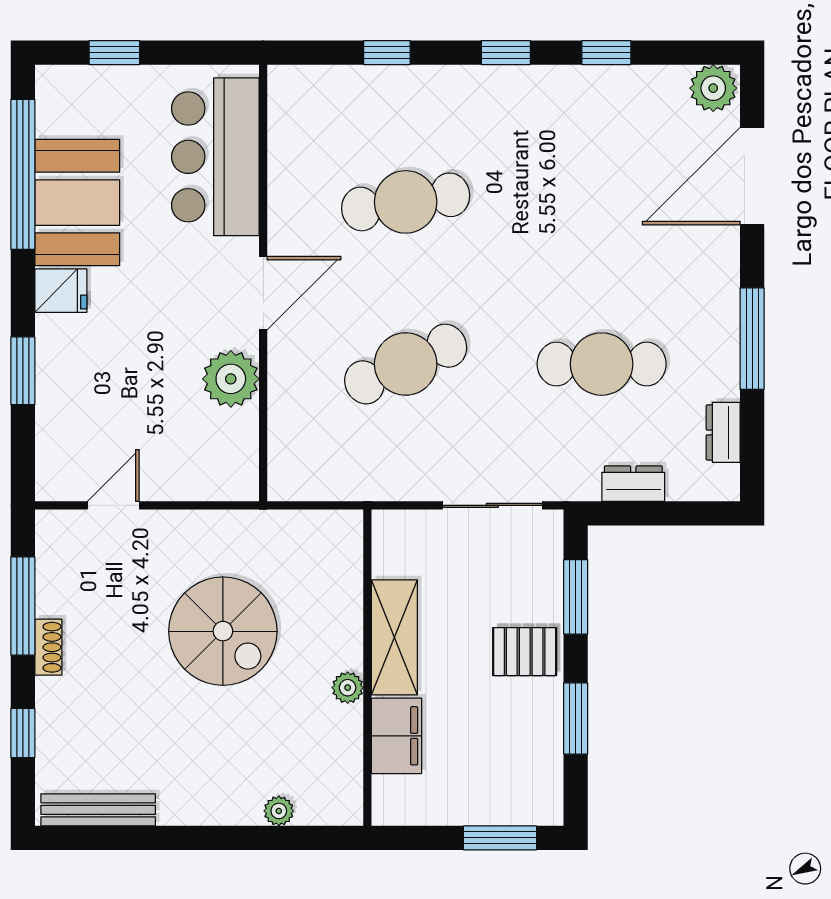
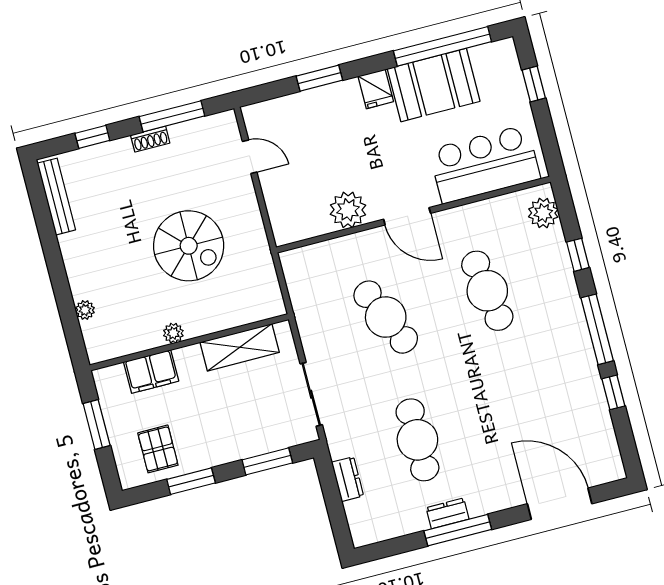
window: (506, 53) -> (597, 329), width x2.17
plant: (713, 88) -> (543, 213), moved
dresser: (723, 432) -> (448, 513), moved
spiral stairs: (223, 631) -> (189, 246), turned -90
shelving: (394, 637) -> (240, 347), moved
pallet: (525, 652) -> (158, 449), moved
window: (500, 838) -> (97, 425), moved

